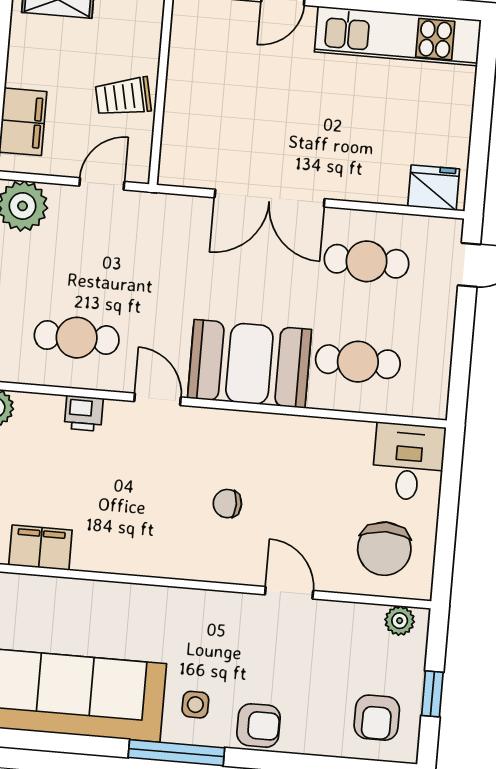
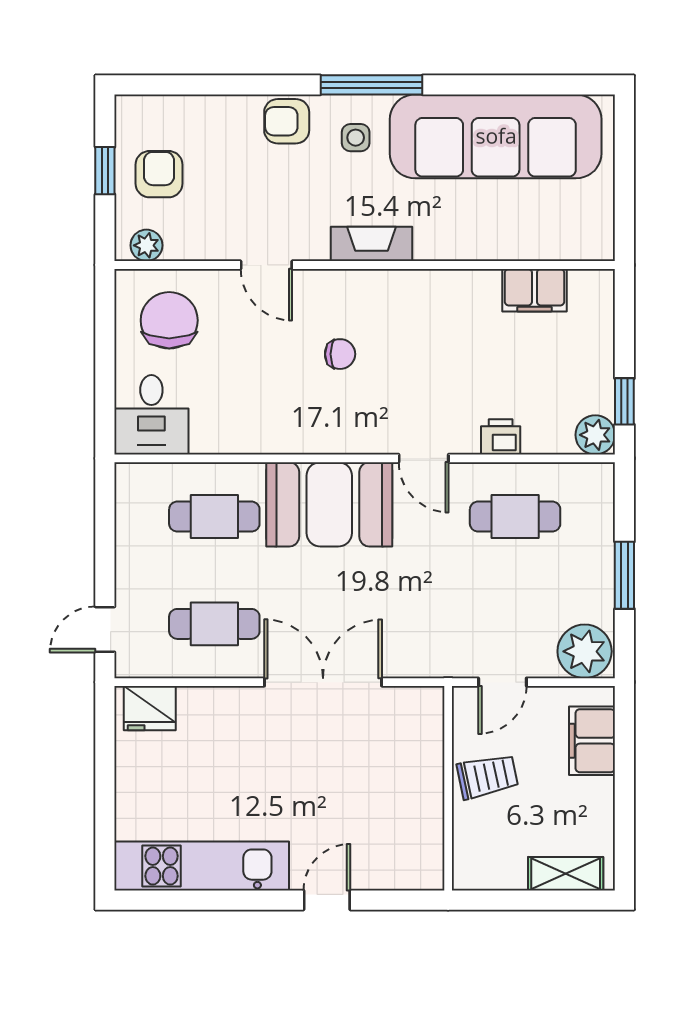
fireplace: (189, 604) -> (372, 244), added
armchair: (377, 718) -> (159, 174), moved

